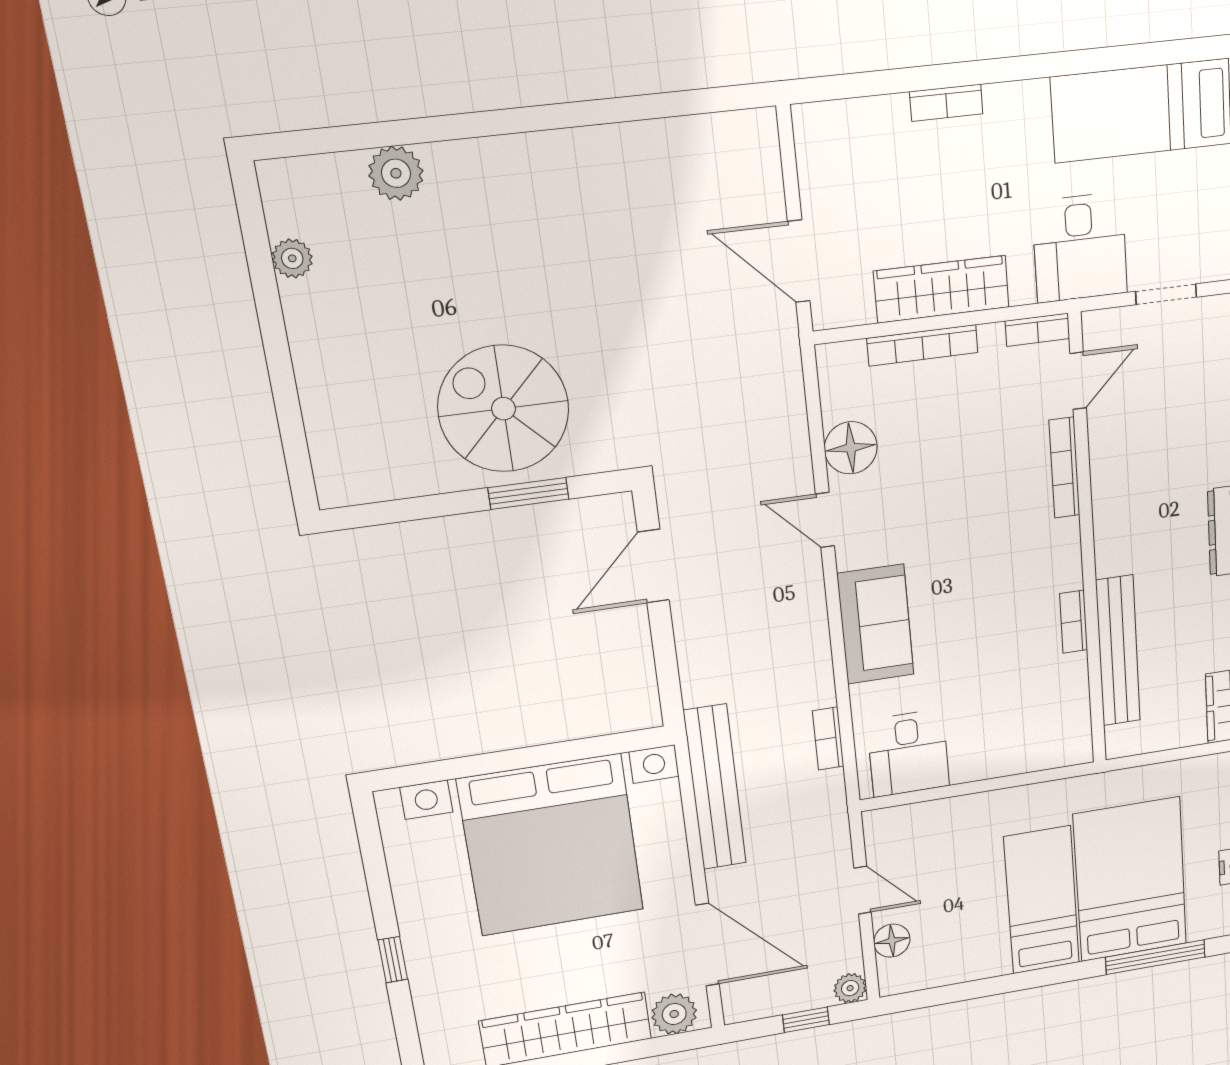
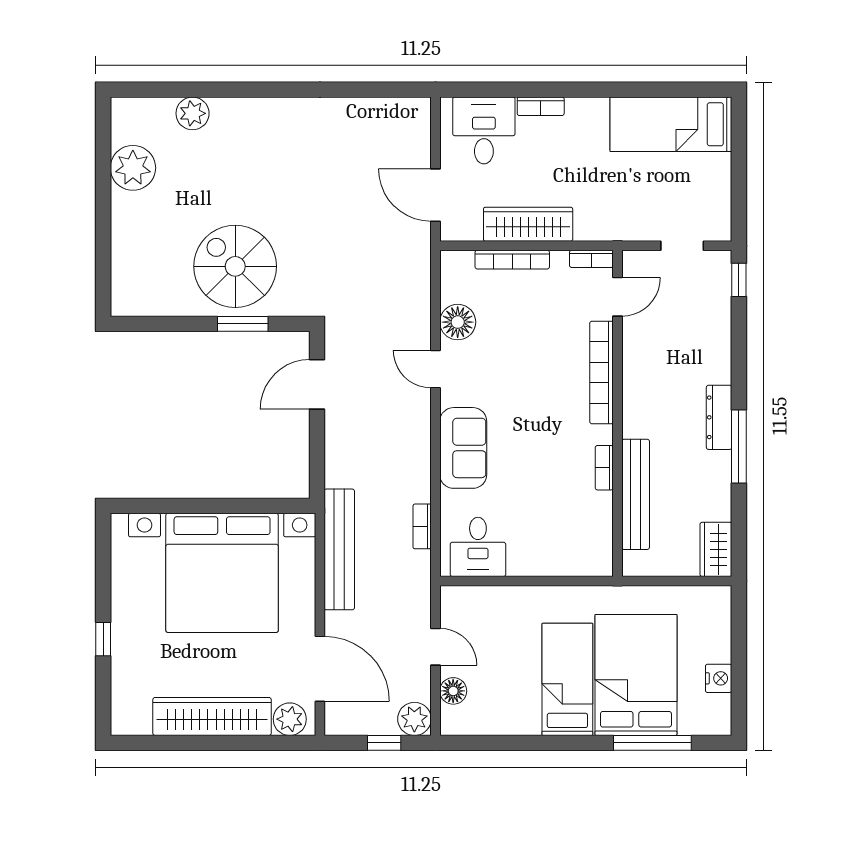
desk: (1080, 248) -> (484, 130), moved, turned 180
plant: (292, 258) -> (133, 168), width x1.88, depth x1.88
bookcase: (1064, 468) -> (602, 372), width x1.48, depth x1.31
plant: (850, 988) -> (414, 719), width x1.38, depth x1.38

